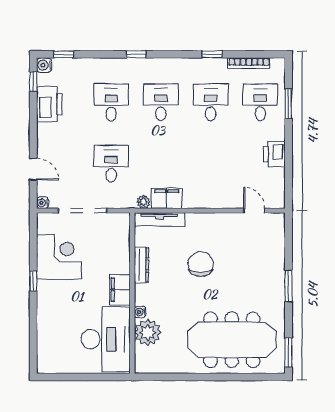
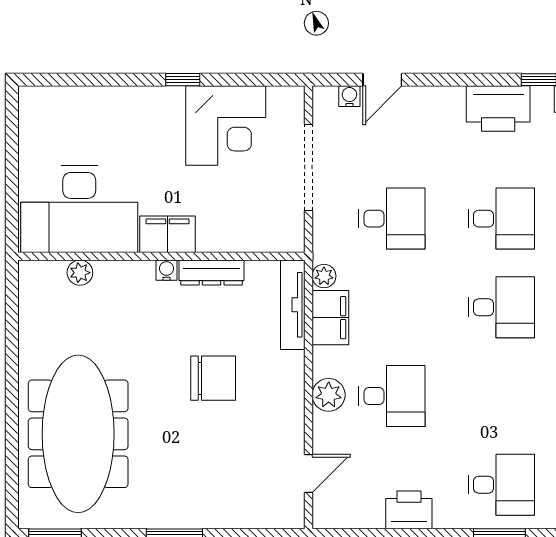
desk: (211, 102) -> (392, 396), moved
plant: (210, 199) -> (329, 395), added
water cooler: (43, 203) -> (349, 96), moved
water cooler: (140, 312) -> (166, 270), moved
plant: (148, 332) -> (80, 273), width x0.53, depth x0.53

